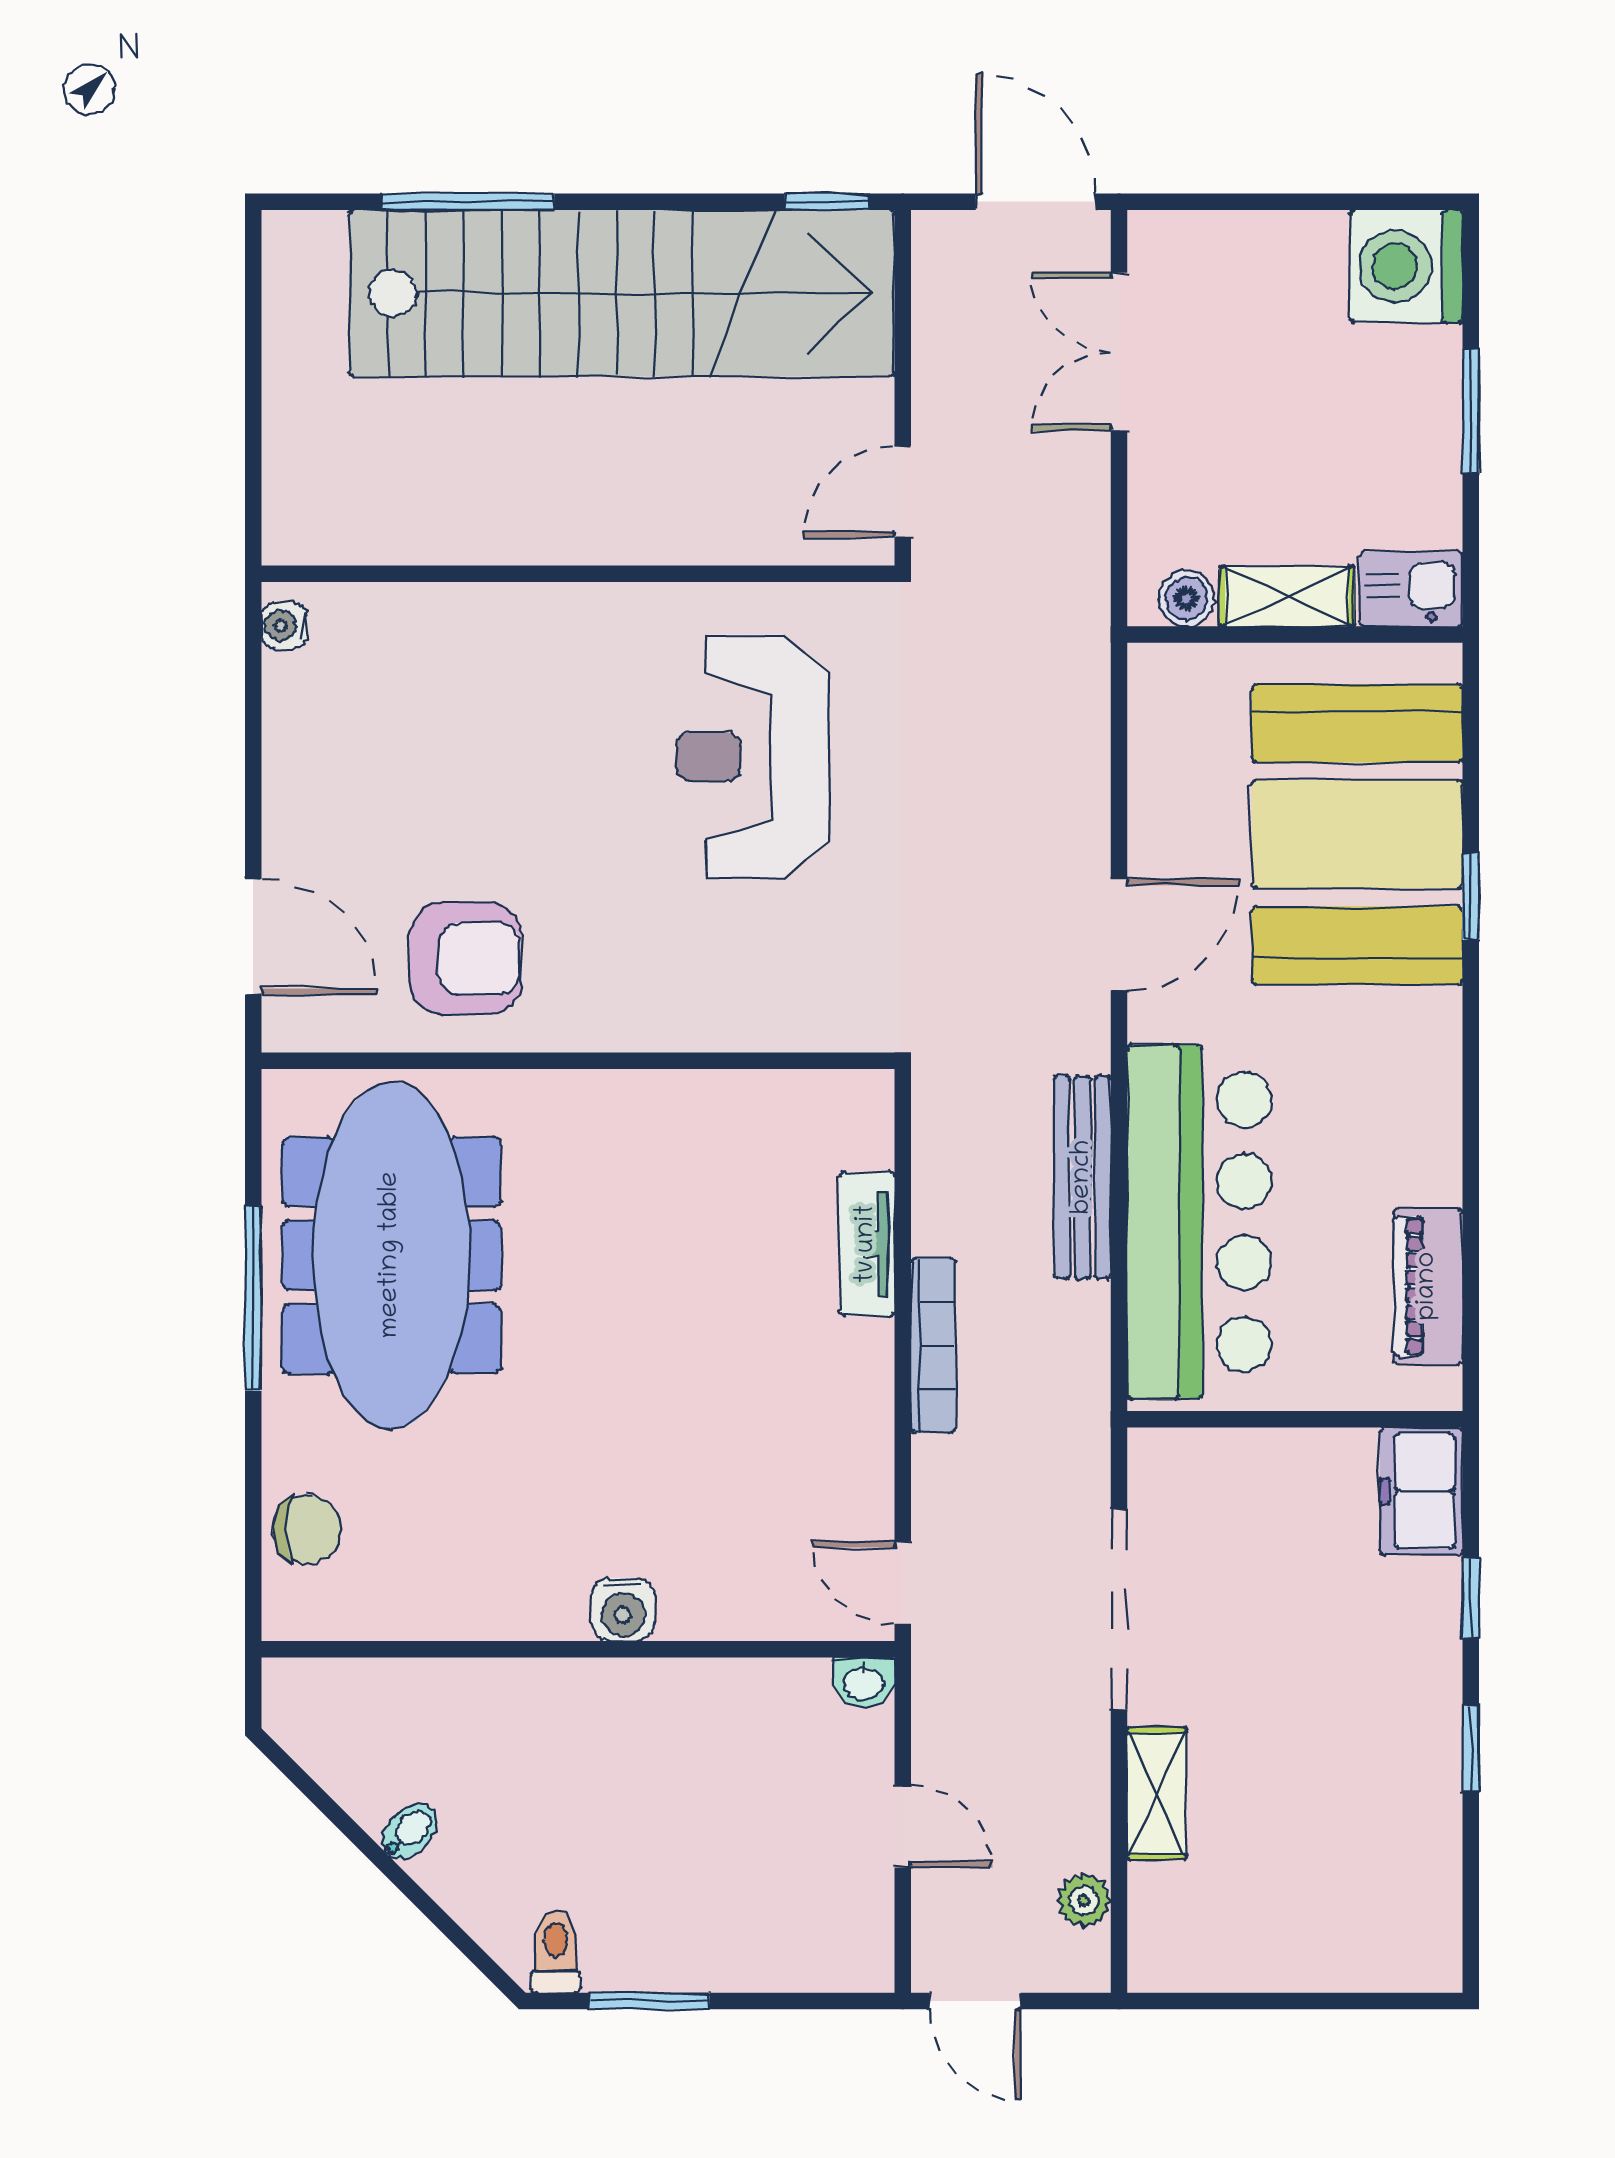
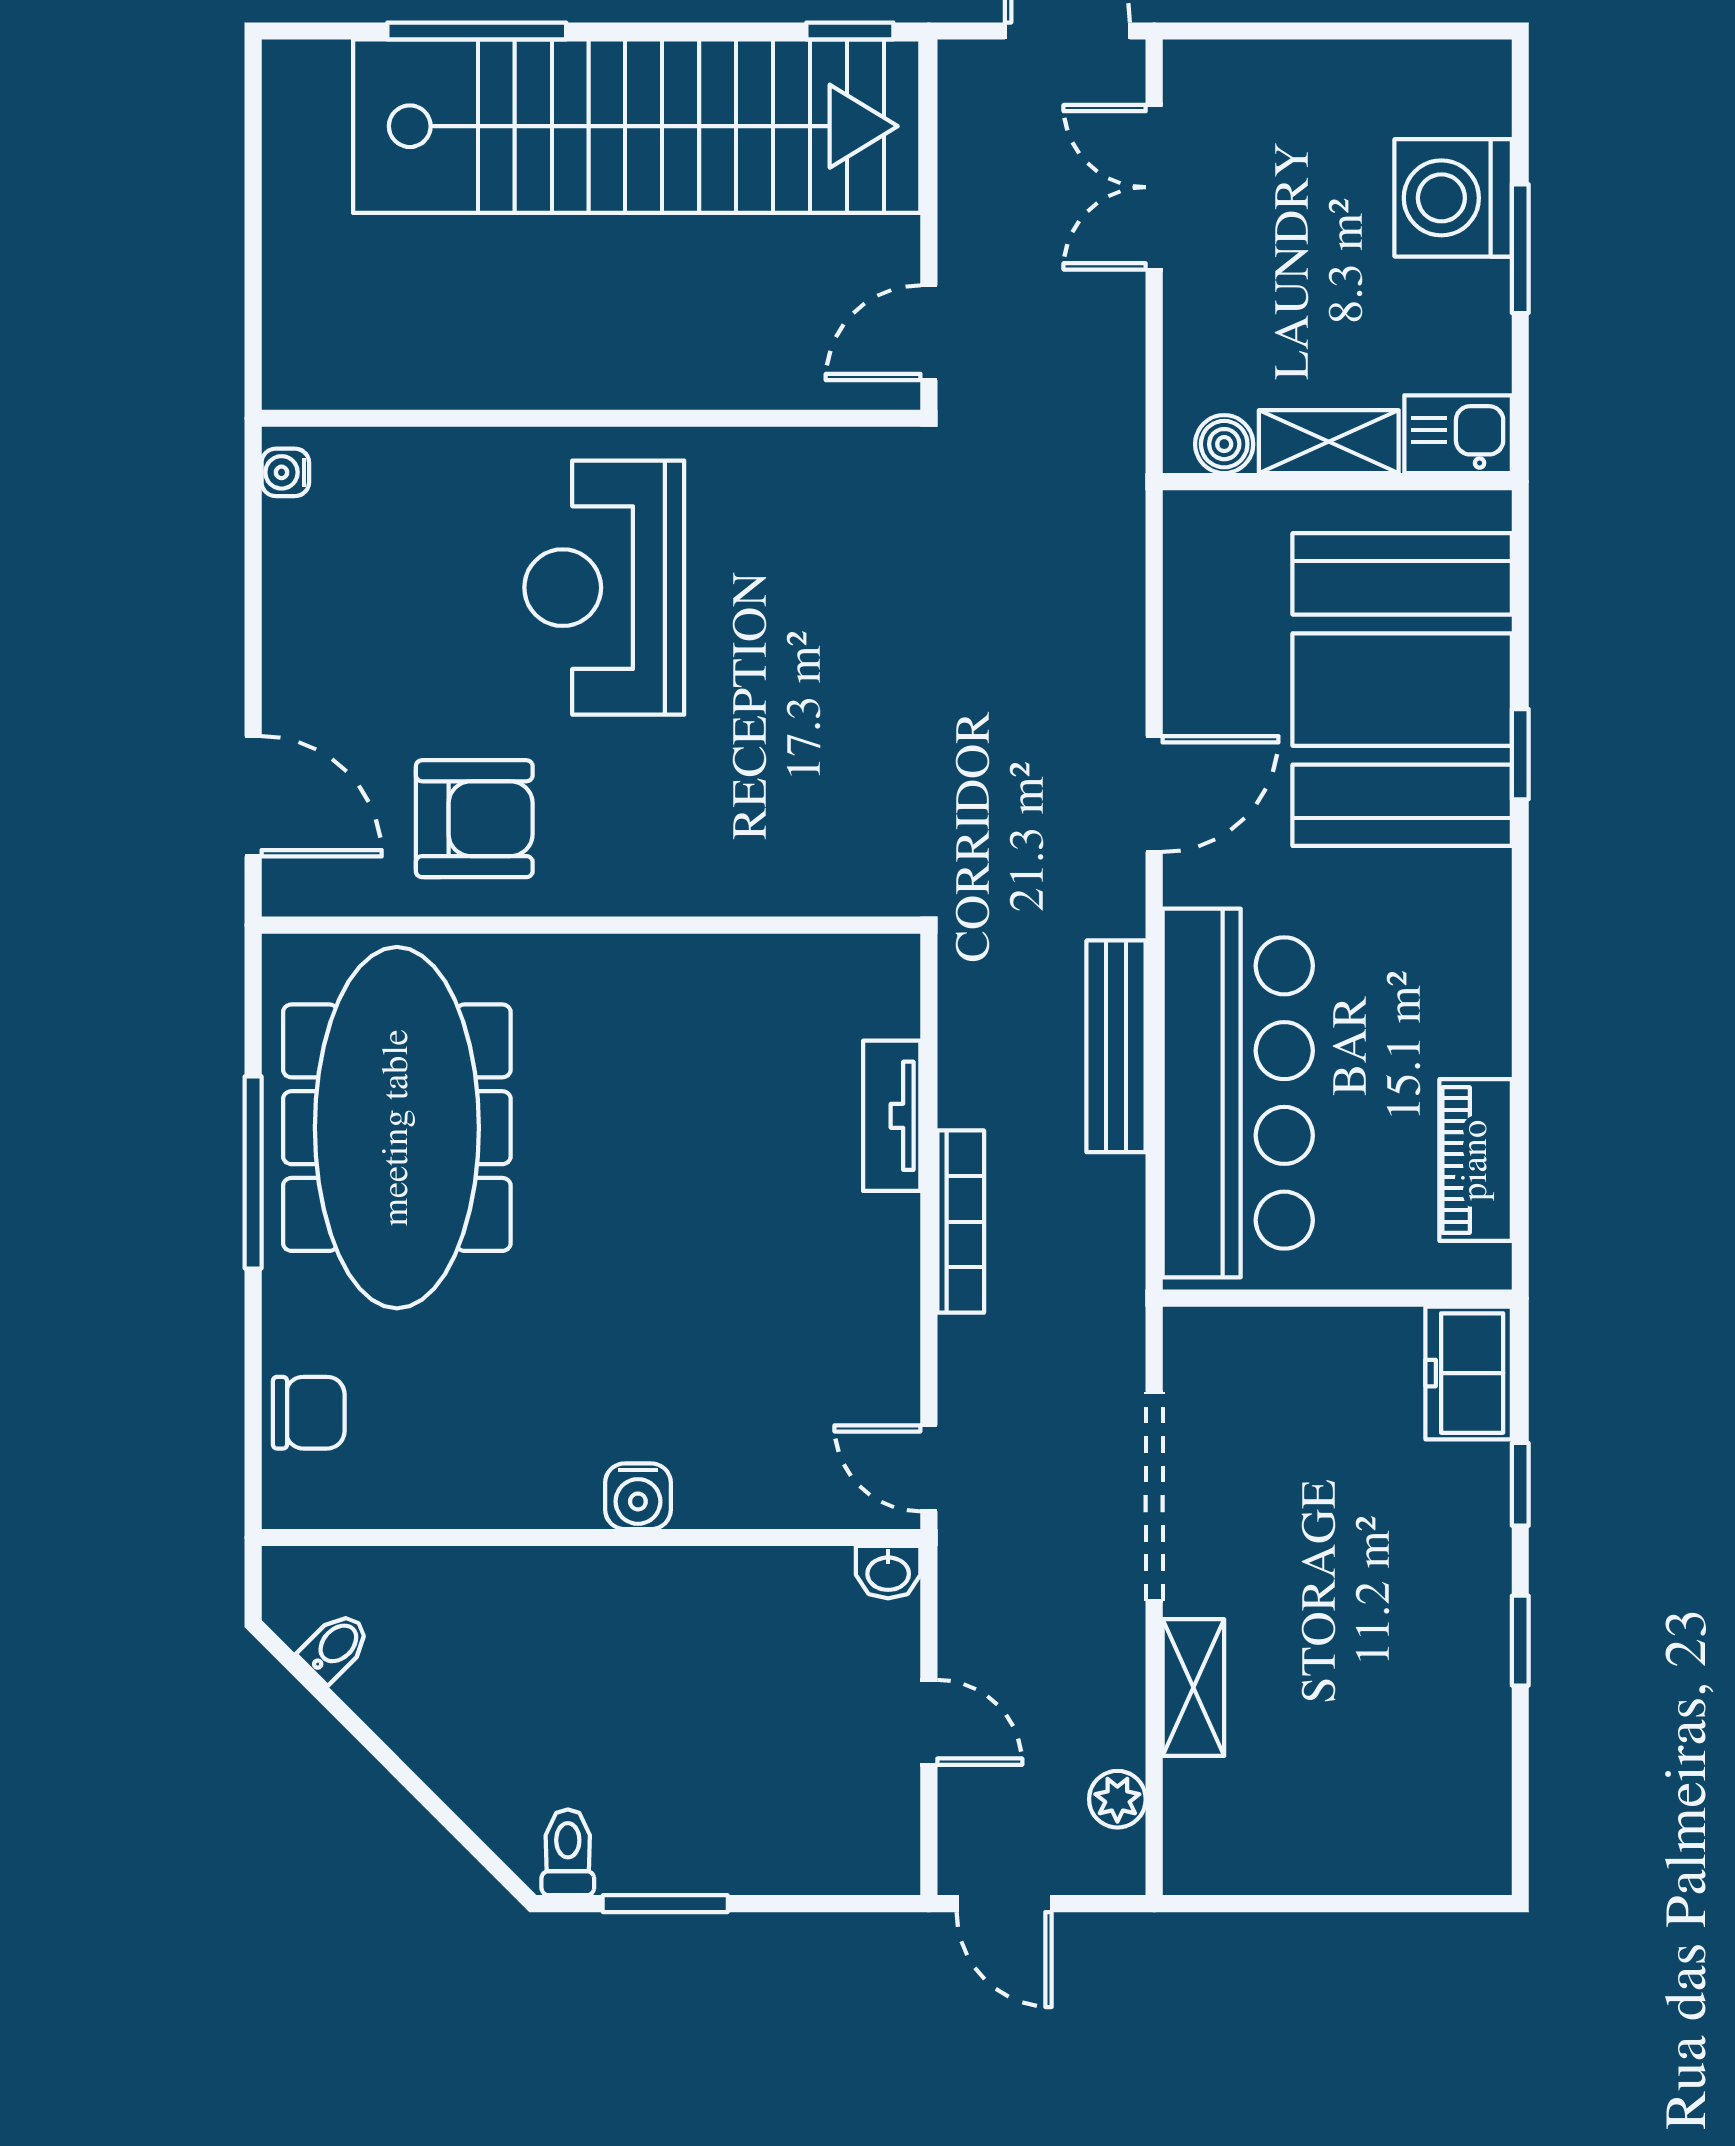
washing machine: (1406, 266) -> (1453, 198), moved
reception desk: (753, 757) -> (604, 588), moved
bidet: (409, 1831) -> (335, 1647), moved

